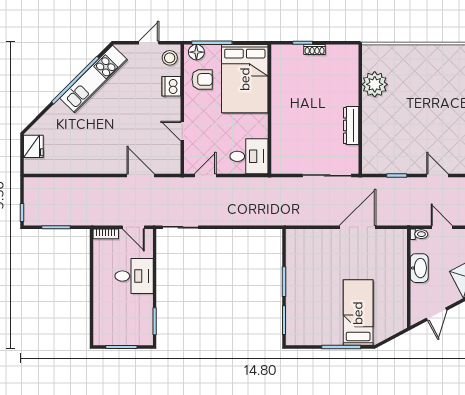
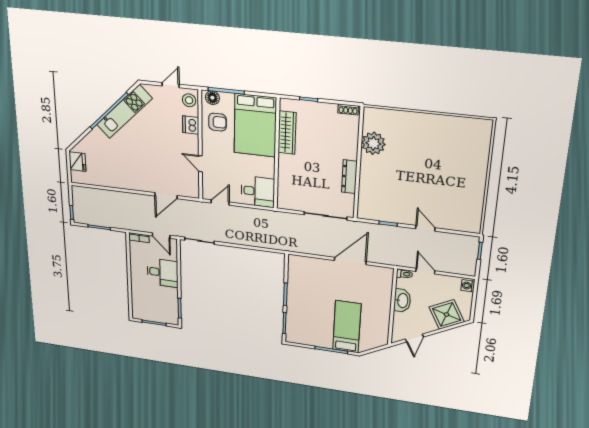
shoe rack: (315, 50) -> (348, 109), moved
wardrobe: (280, 83) -> (287, 133), added
door: (141, 175) -> (166, 196), swing flipped

